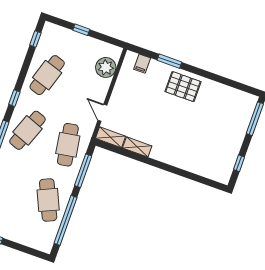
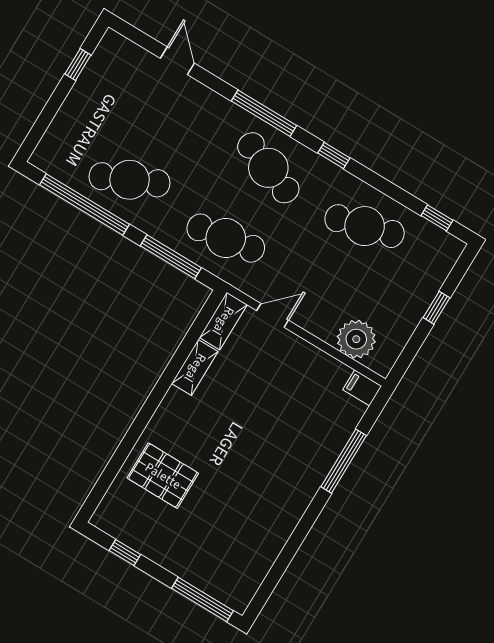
window: (169, 61) -> (344, 461), width x1.44
filing cabinet: (142, 64) -> (362, 388), moved
cafe table: (47, 75) -> (365, 226), turned -33
pallet: (183, 87) -> (163, 476), moved, turned 90

